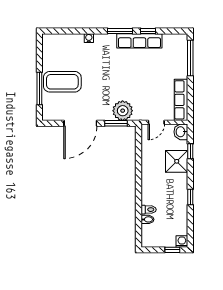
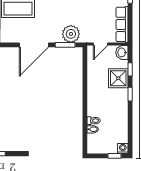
window: (190, 197) -> (130, 94), moved

